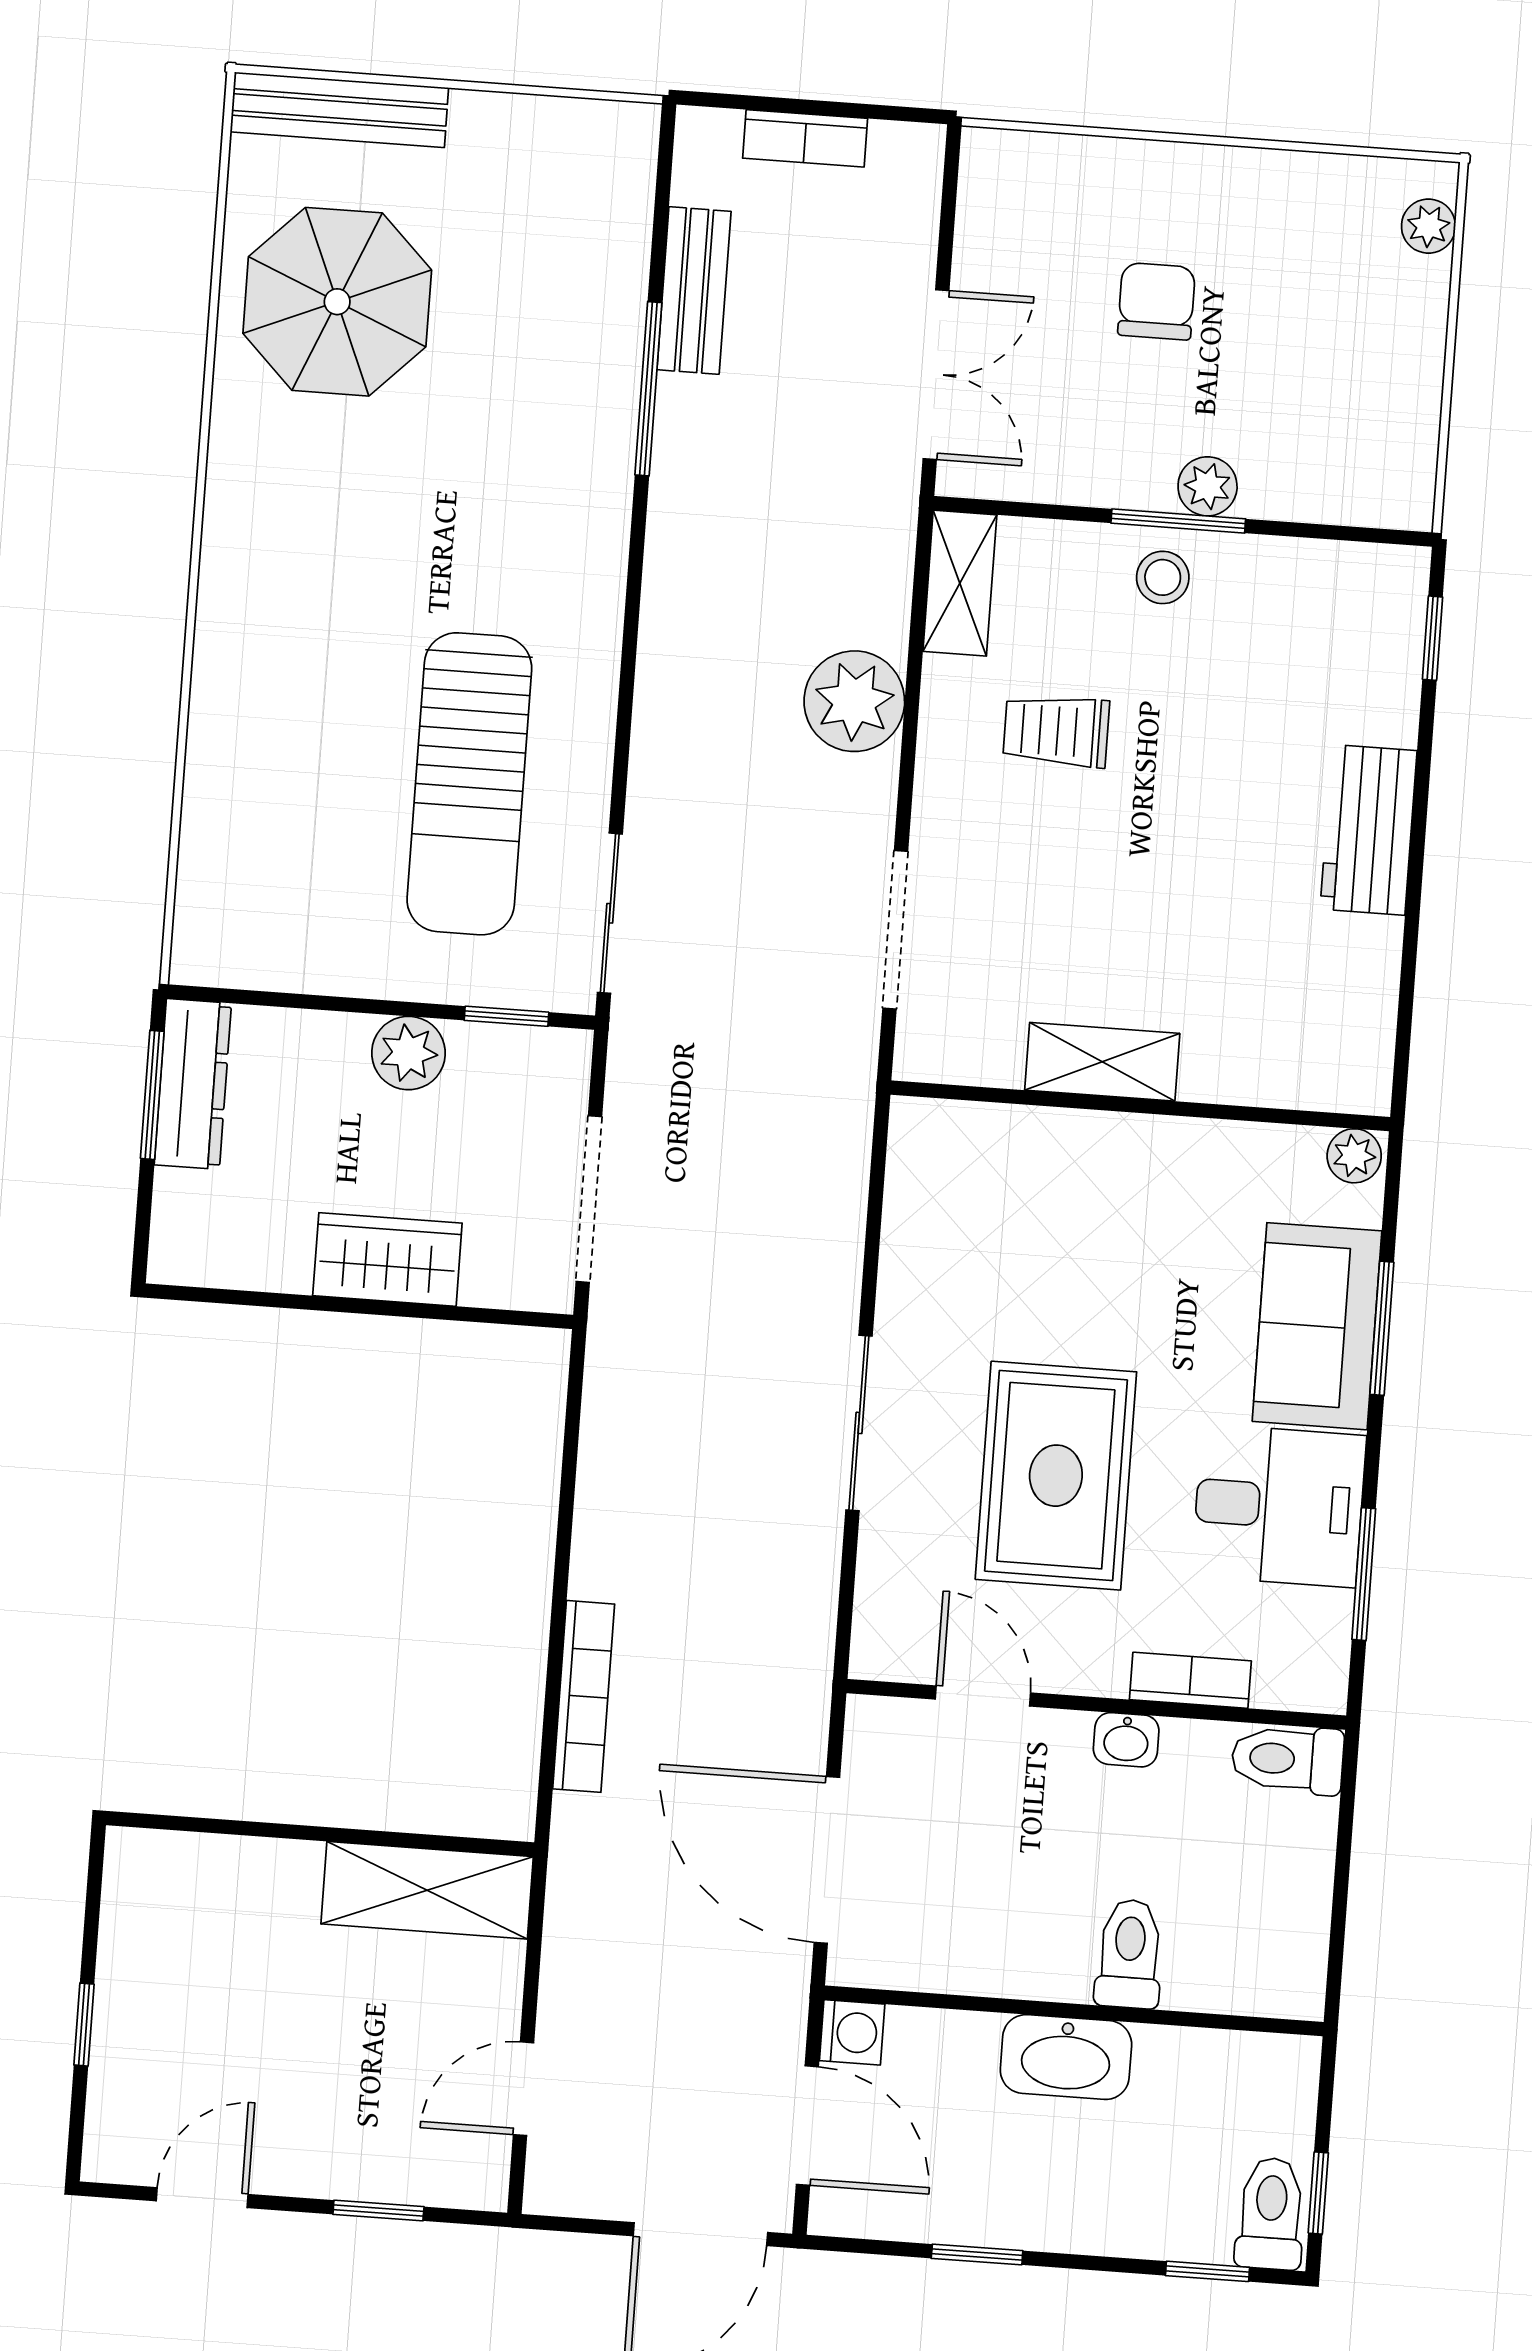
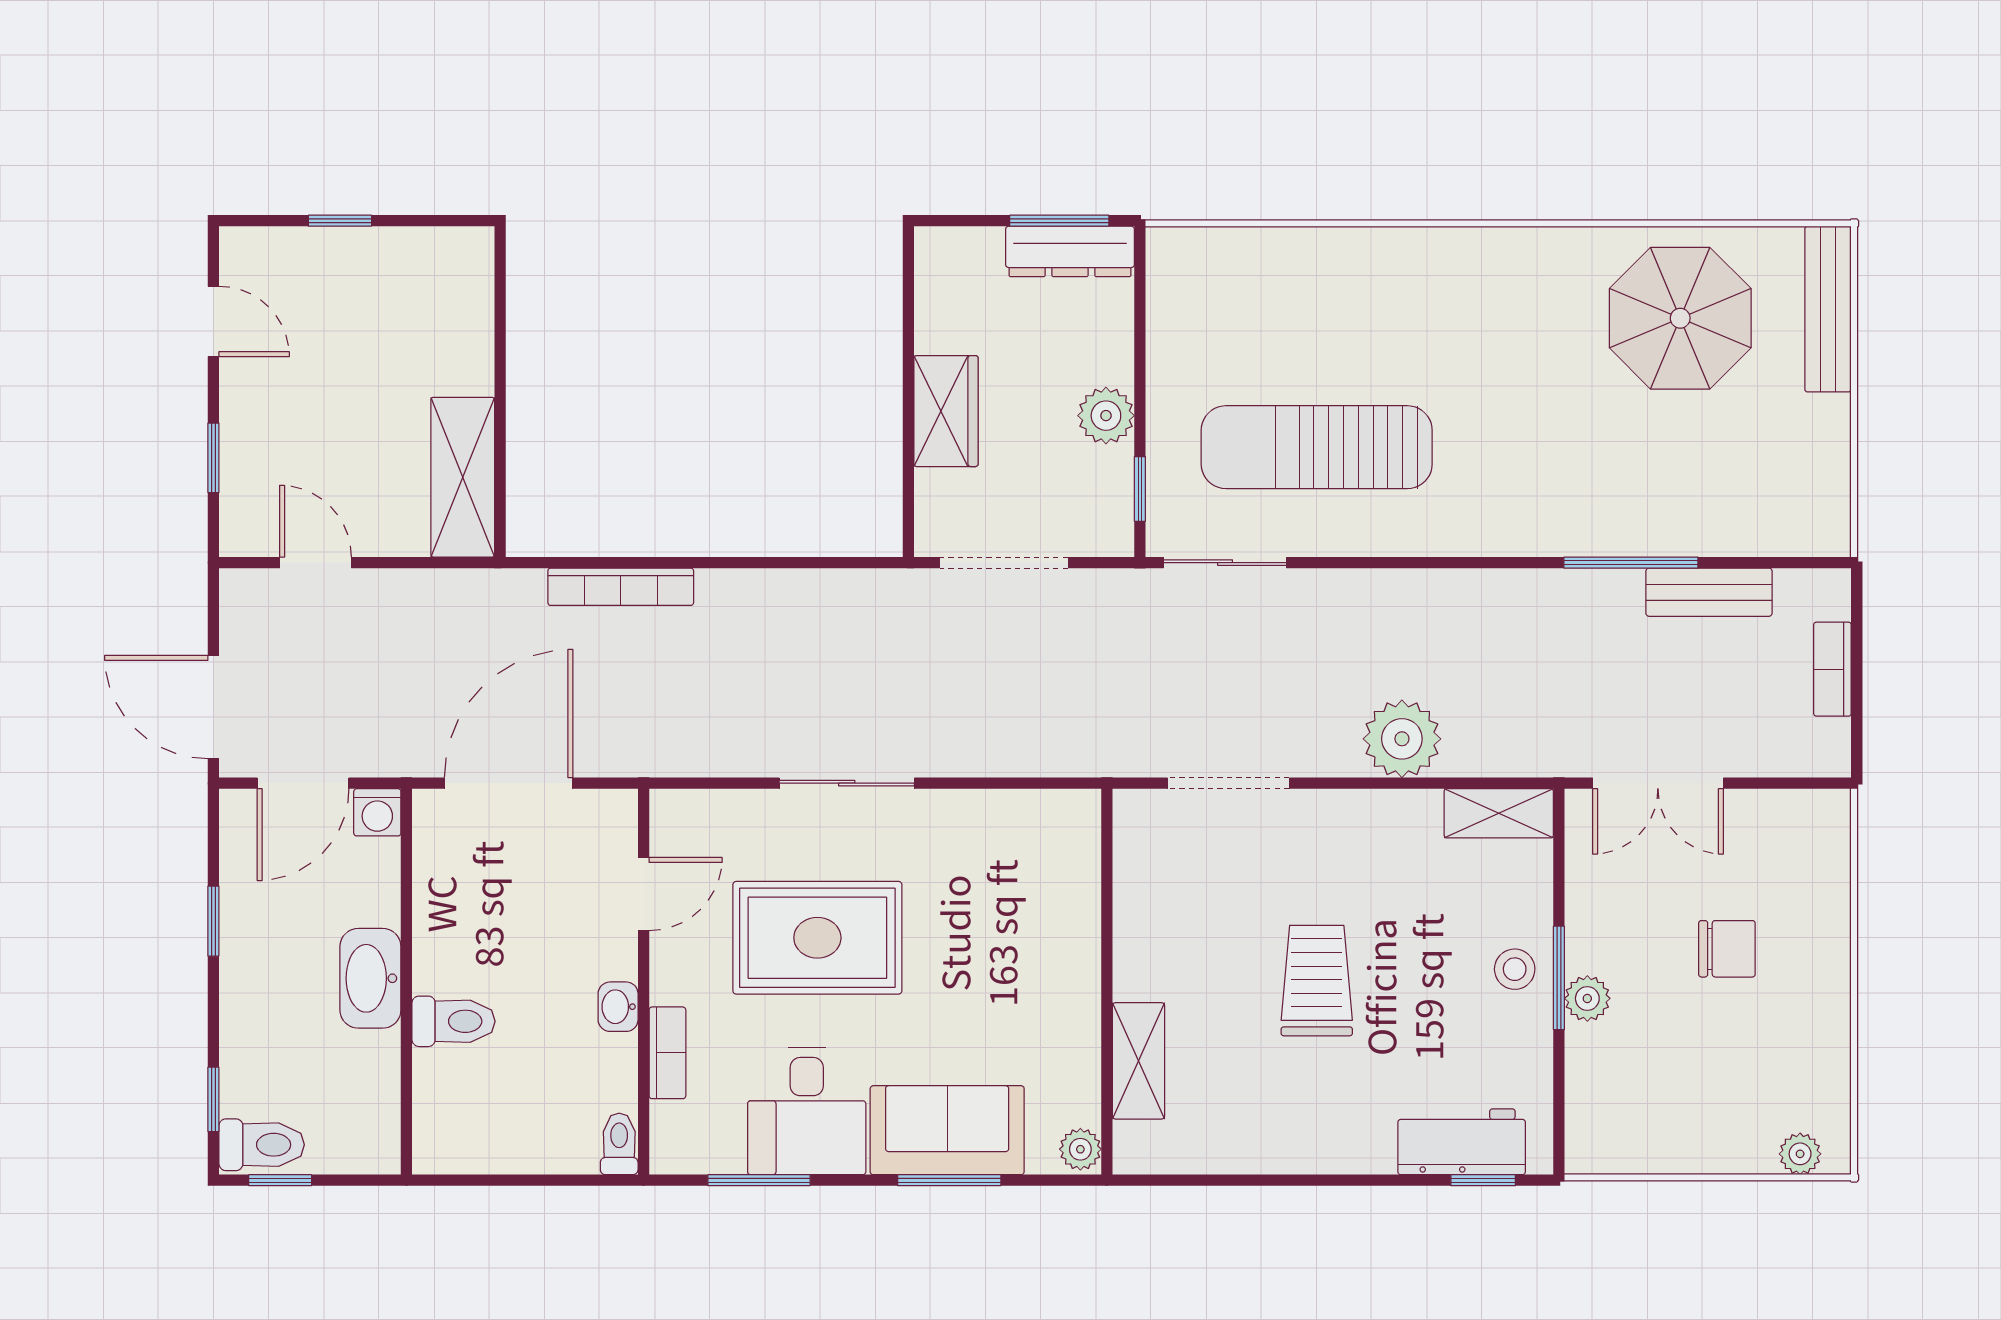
trolley: (1056, 731) -> (1317, 981), moved, width x1.36, depth x1.39
workbench: (1368, 830) -> (1462, 1142), moved
shelving: (1102, 1062) -> (1138, 1061), moved
toilet: (1288, 1759) -> (619, 1144), width x0.73, depth x0.72

